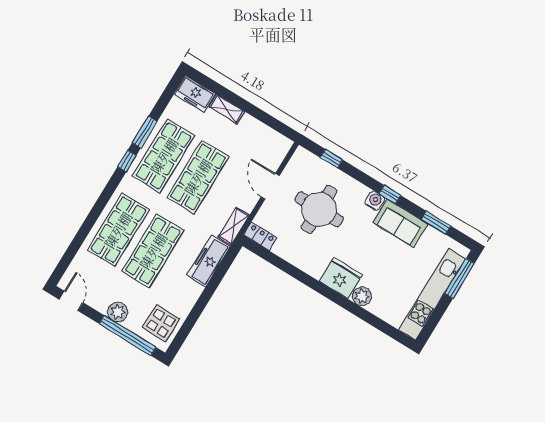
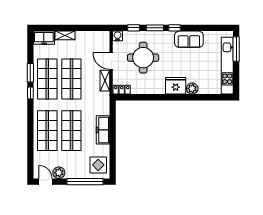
water cooler: (375, 201) -> (118, 36), moved
window: (436, 223) -> (155, 28), moved
shelving: (234, 226) -> (105, 81), moved
freezer: (209, 261) -> (103, 130), moved
plant: (118, 312) -> (59, 173), moved

